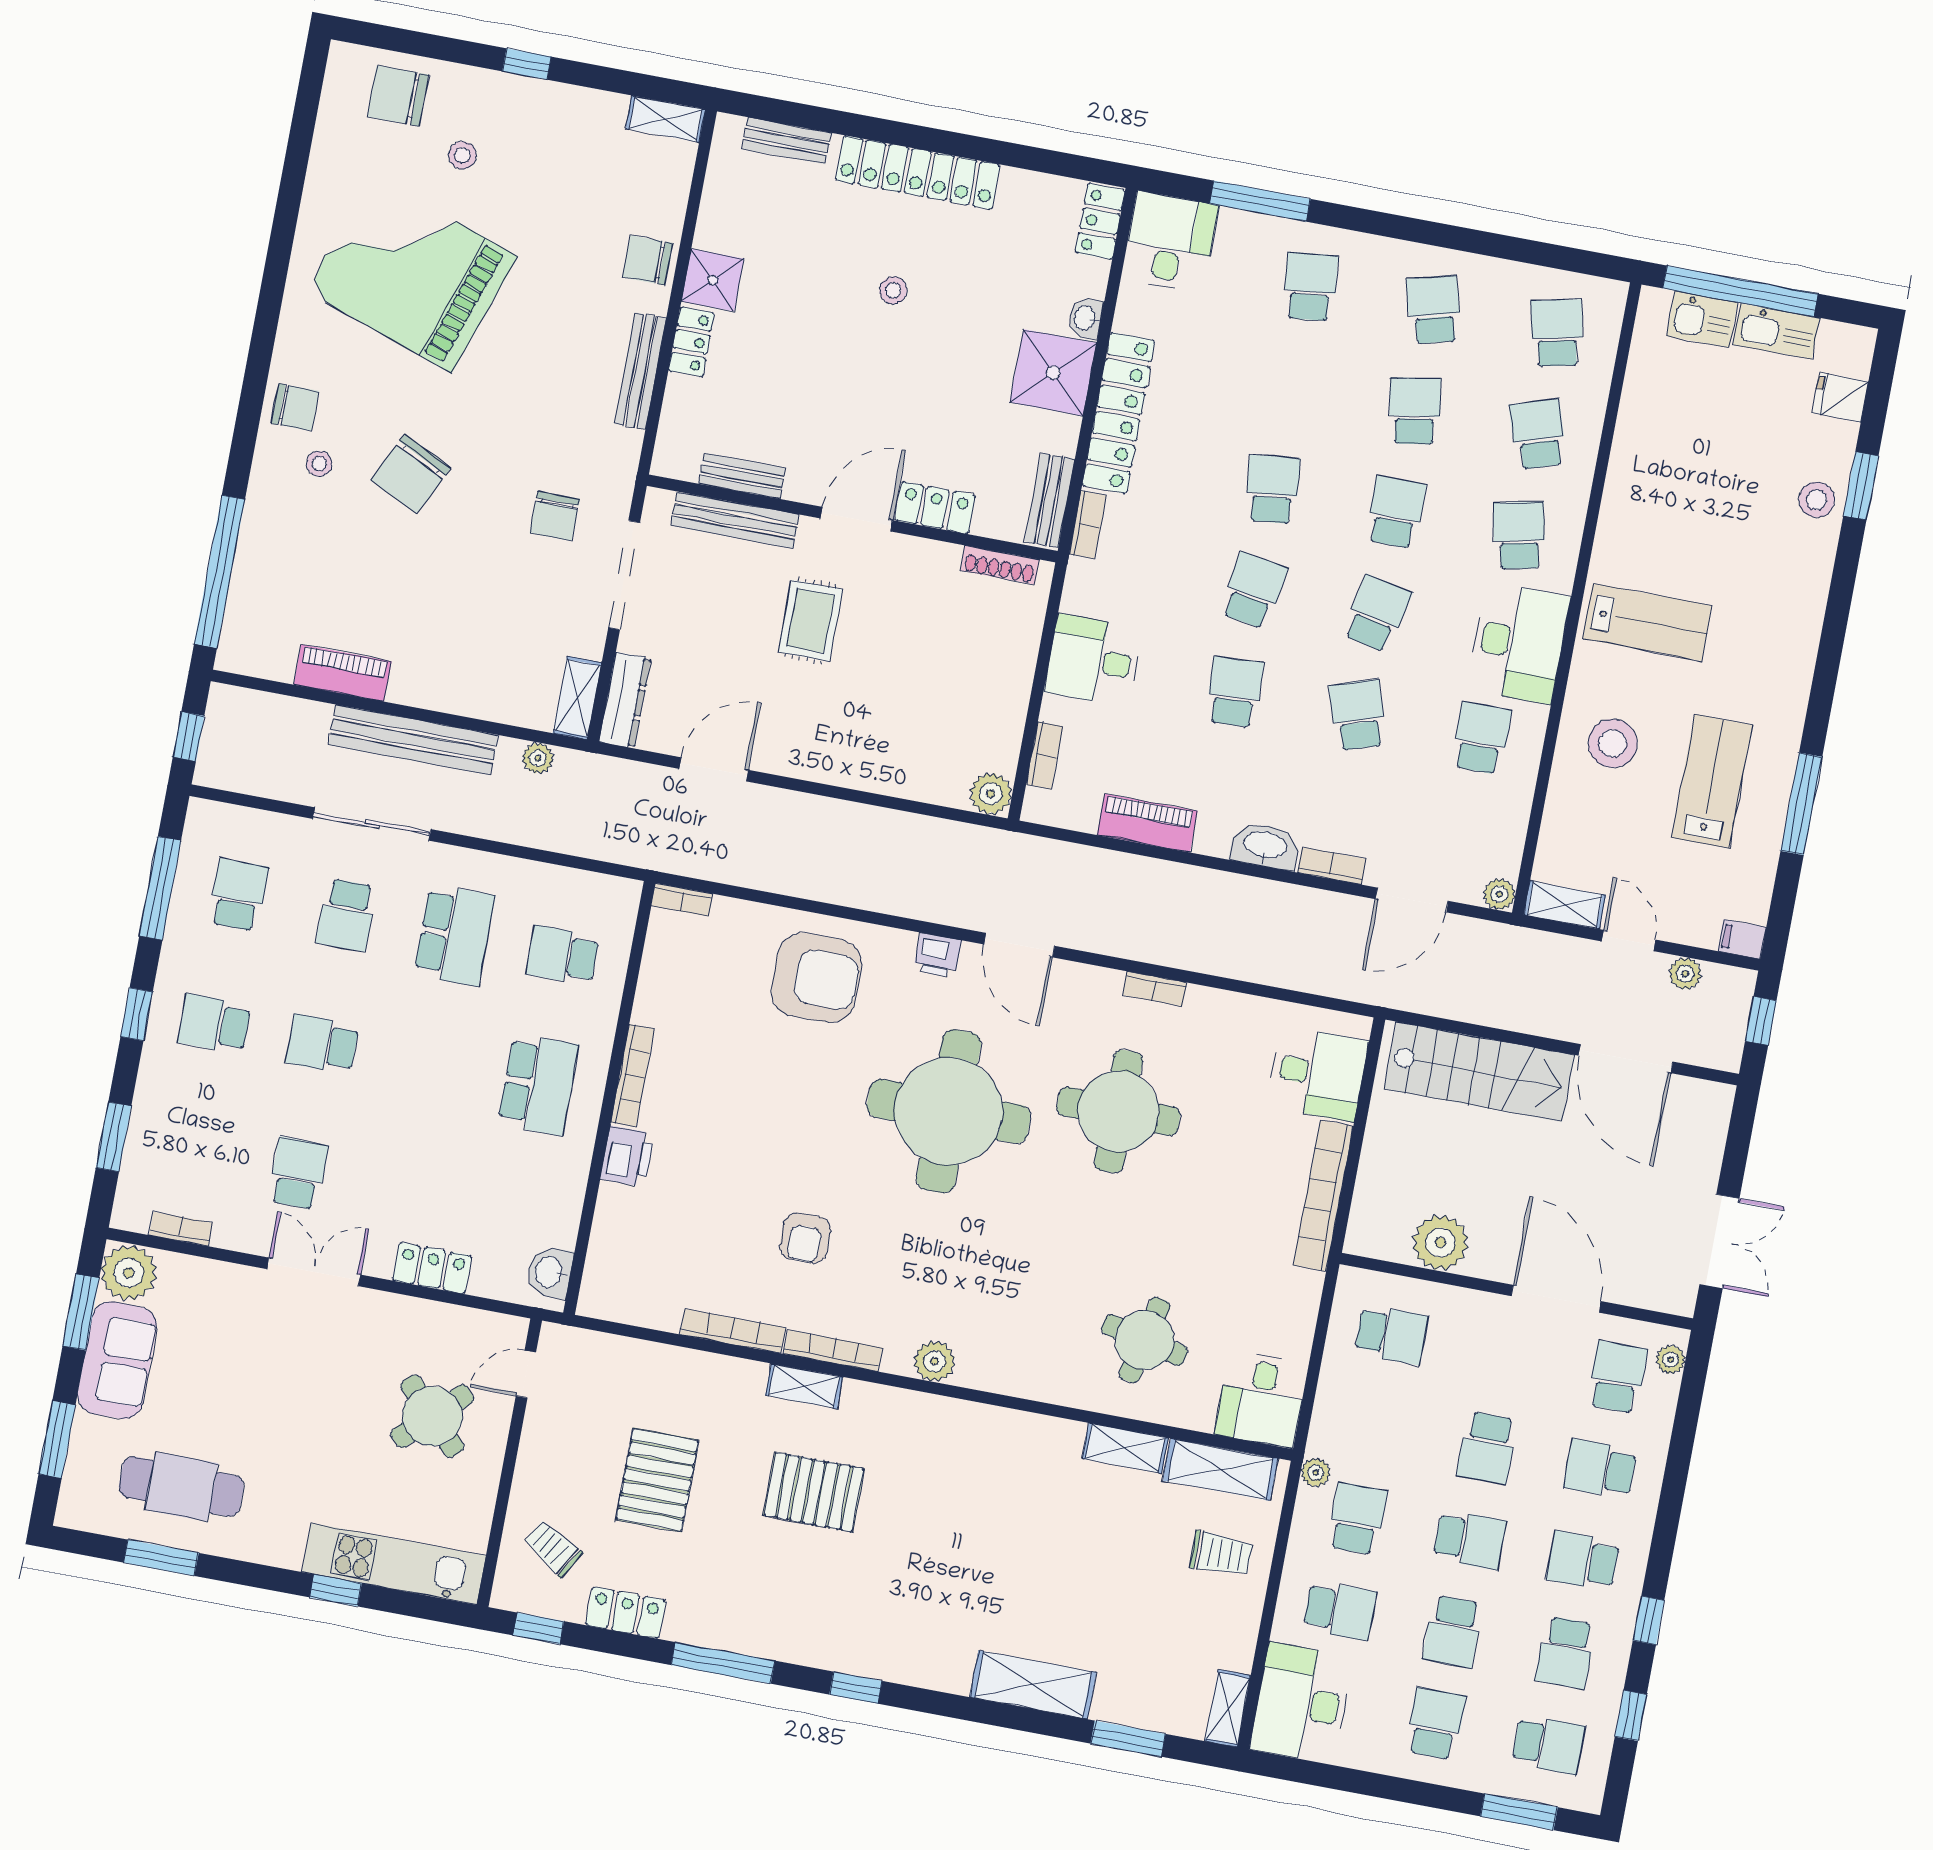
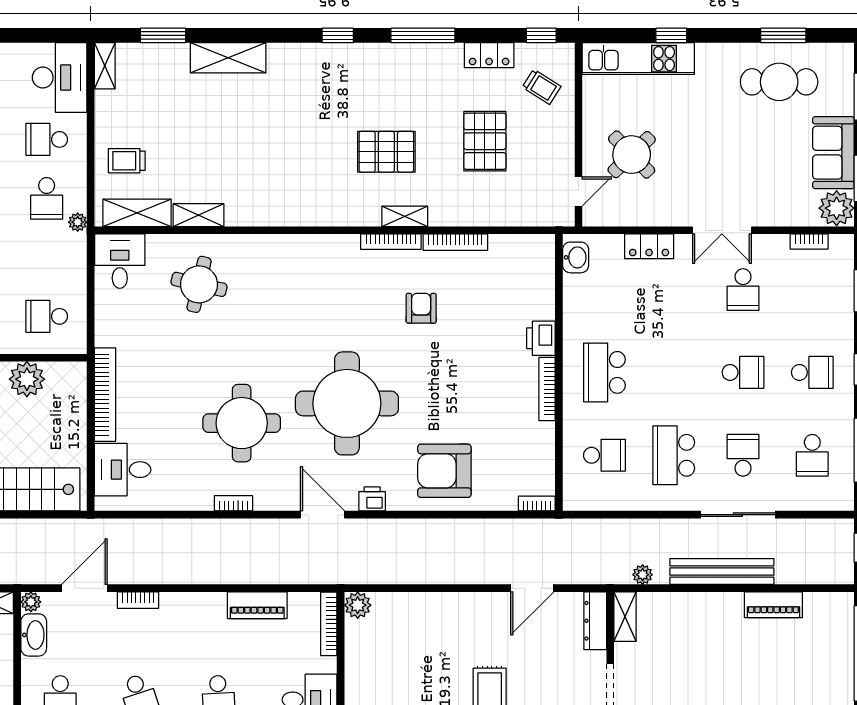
bookcase: (1044, 755) -> (329, 624), width x1.56
washbasin: (1265, 846) -> (34, 635), moved, turned -90
plant: (934, 1361) -> (327, 247), removed

